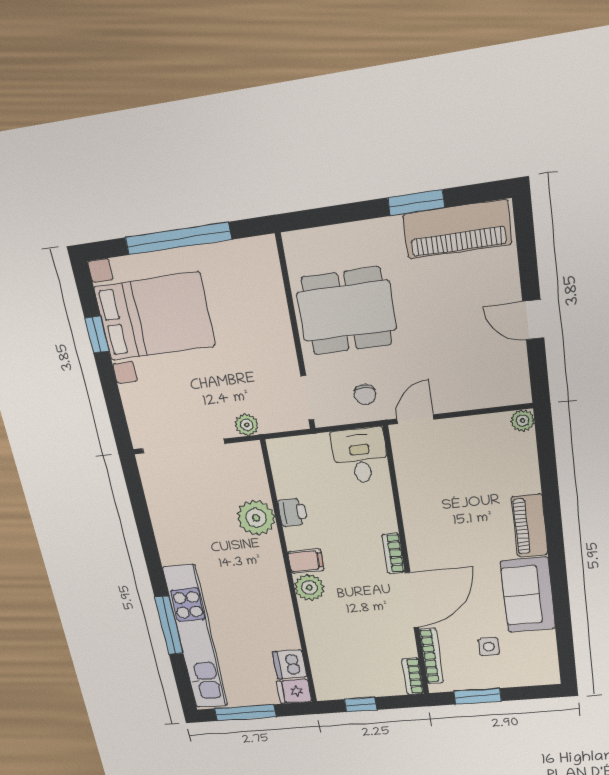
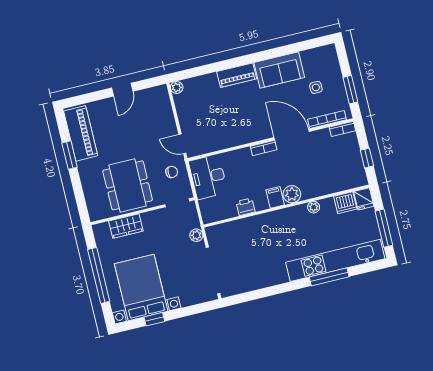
wardrobe: (270, 300) -> (126, 226), added
desk: (360, 456) -> (208, 177), width x1.37
plant: (256, 518) -> (314, 207), moved, width x0.53, depth x0.53

